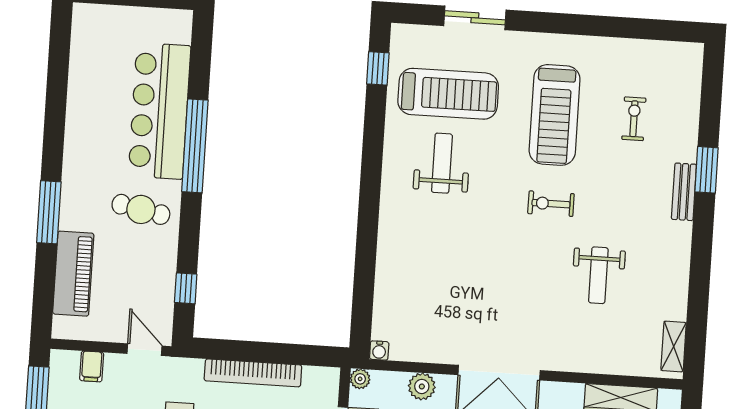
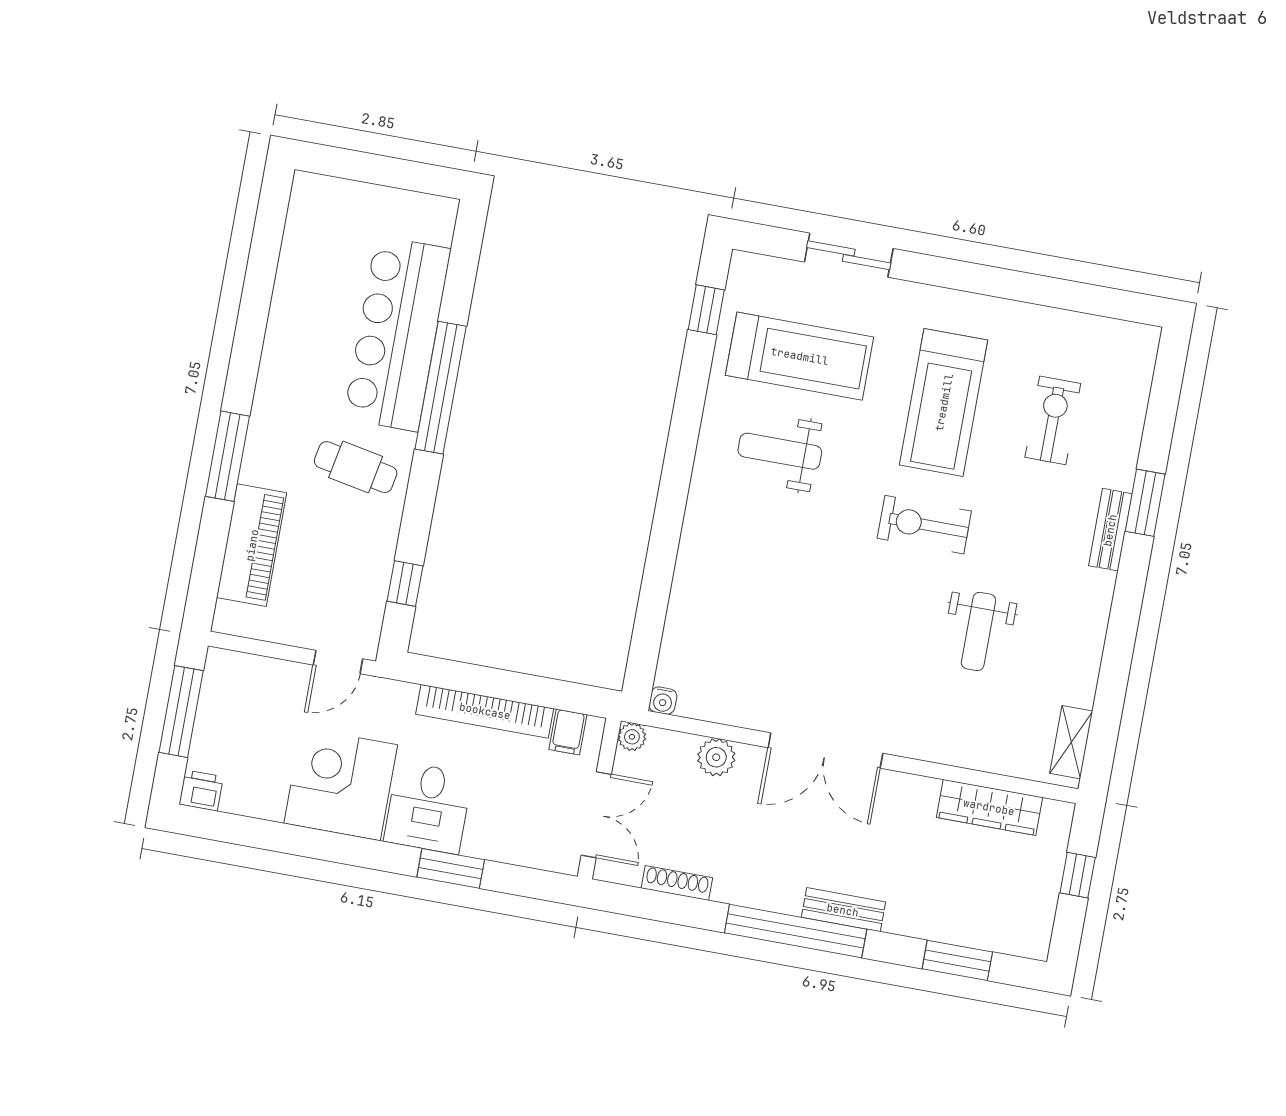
exercise bike: (634, 119) -> (1053, 420), width x1.38, depth x1.39
weight bench: (442, 163) -> (780, 451), turned -90
exercise bike: (551, 204) -> (924, 525), width x1.38, depth x1.39
door: (144, 350) -> (338, 662), swing flipped
filing cabinet: (92, 366) -> (568, 732), moved

